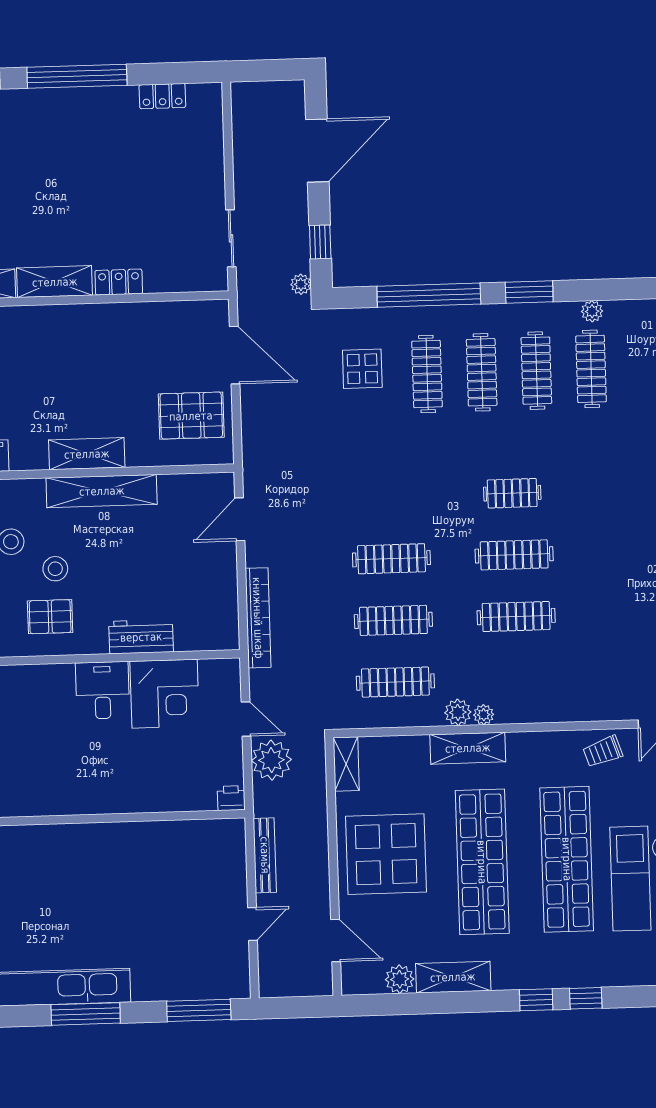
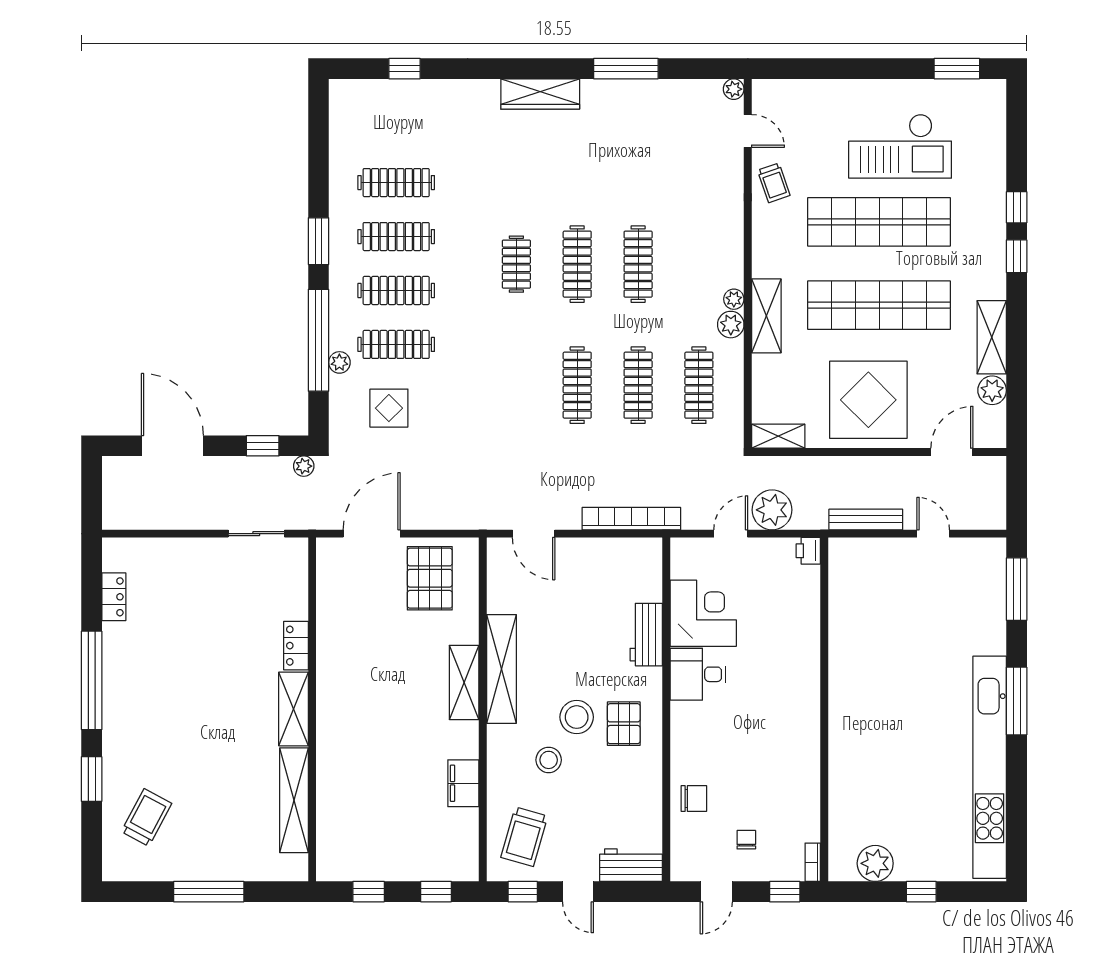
plant: (592, 311) -> (339, 362), moved
stool: (55, 569) -> (577, 717), width x1.38, depth x1.38

